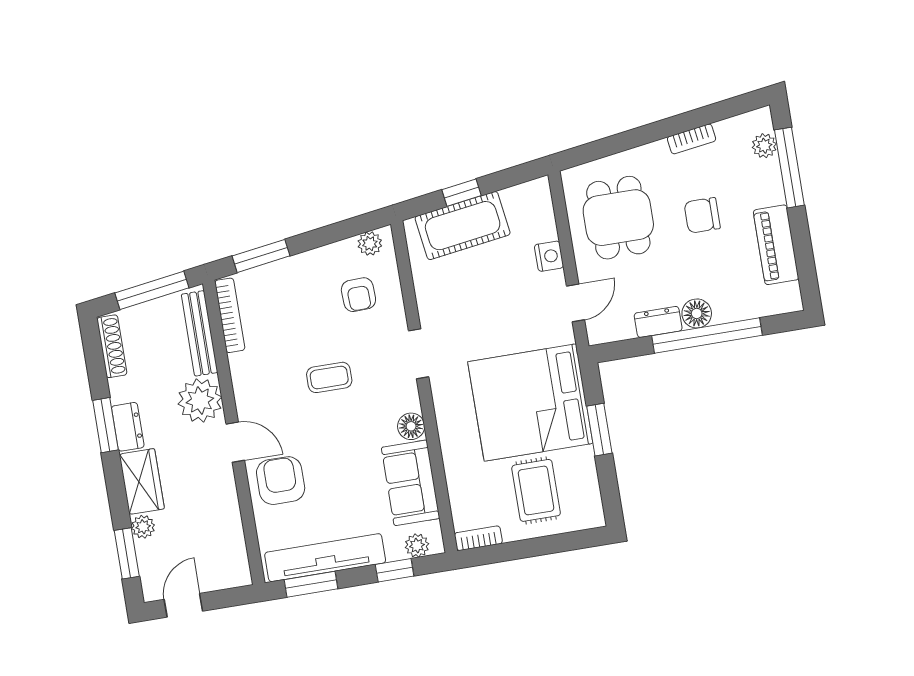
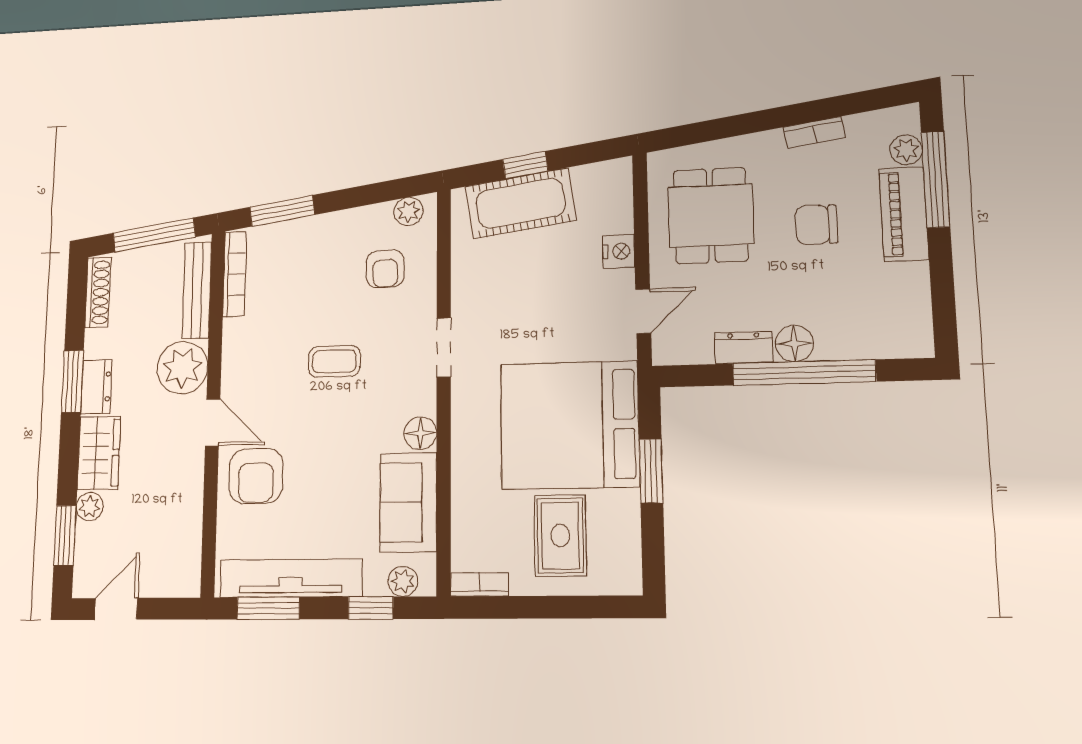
piano: (776, 245) -> (904, 214), moved
armchair: (281, 481) -> (256, 476), turned 180

